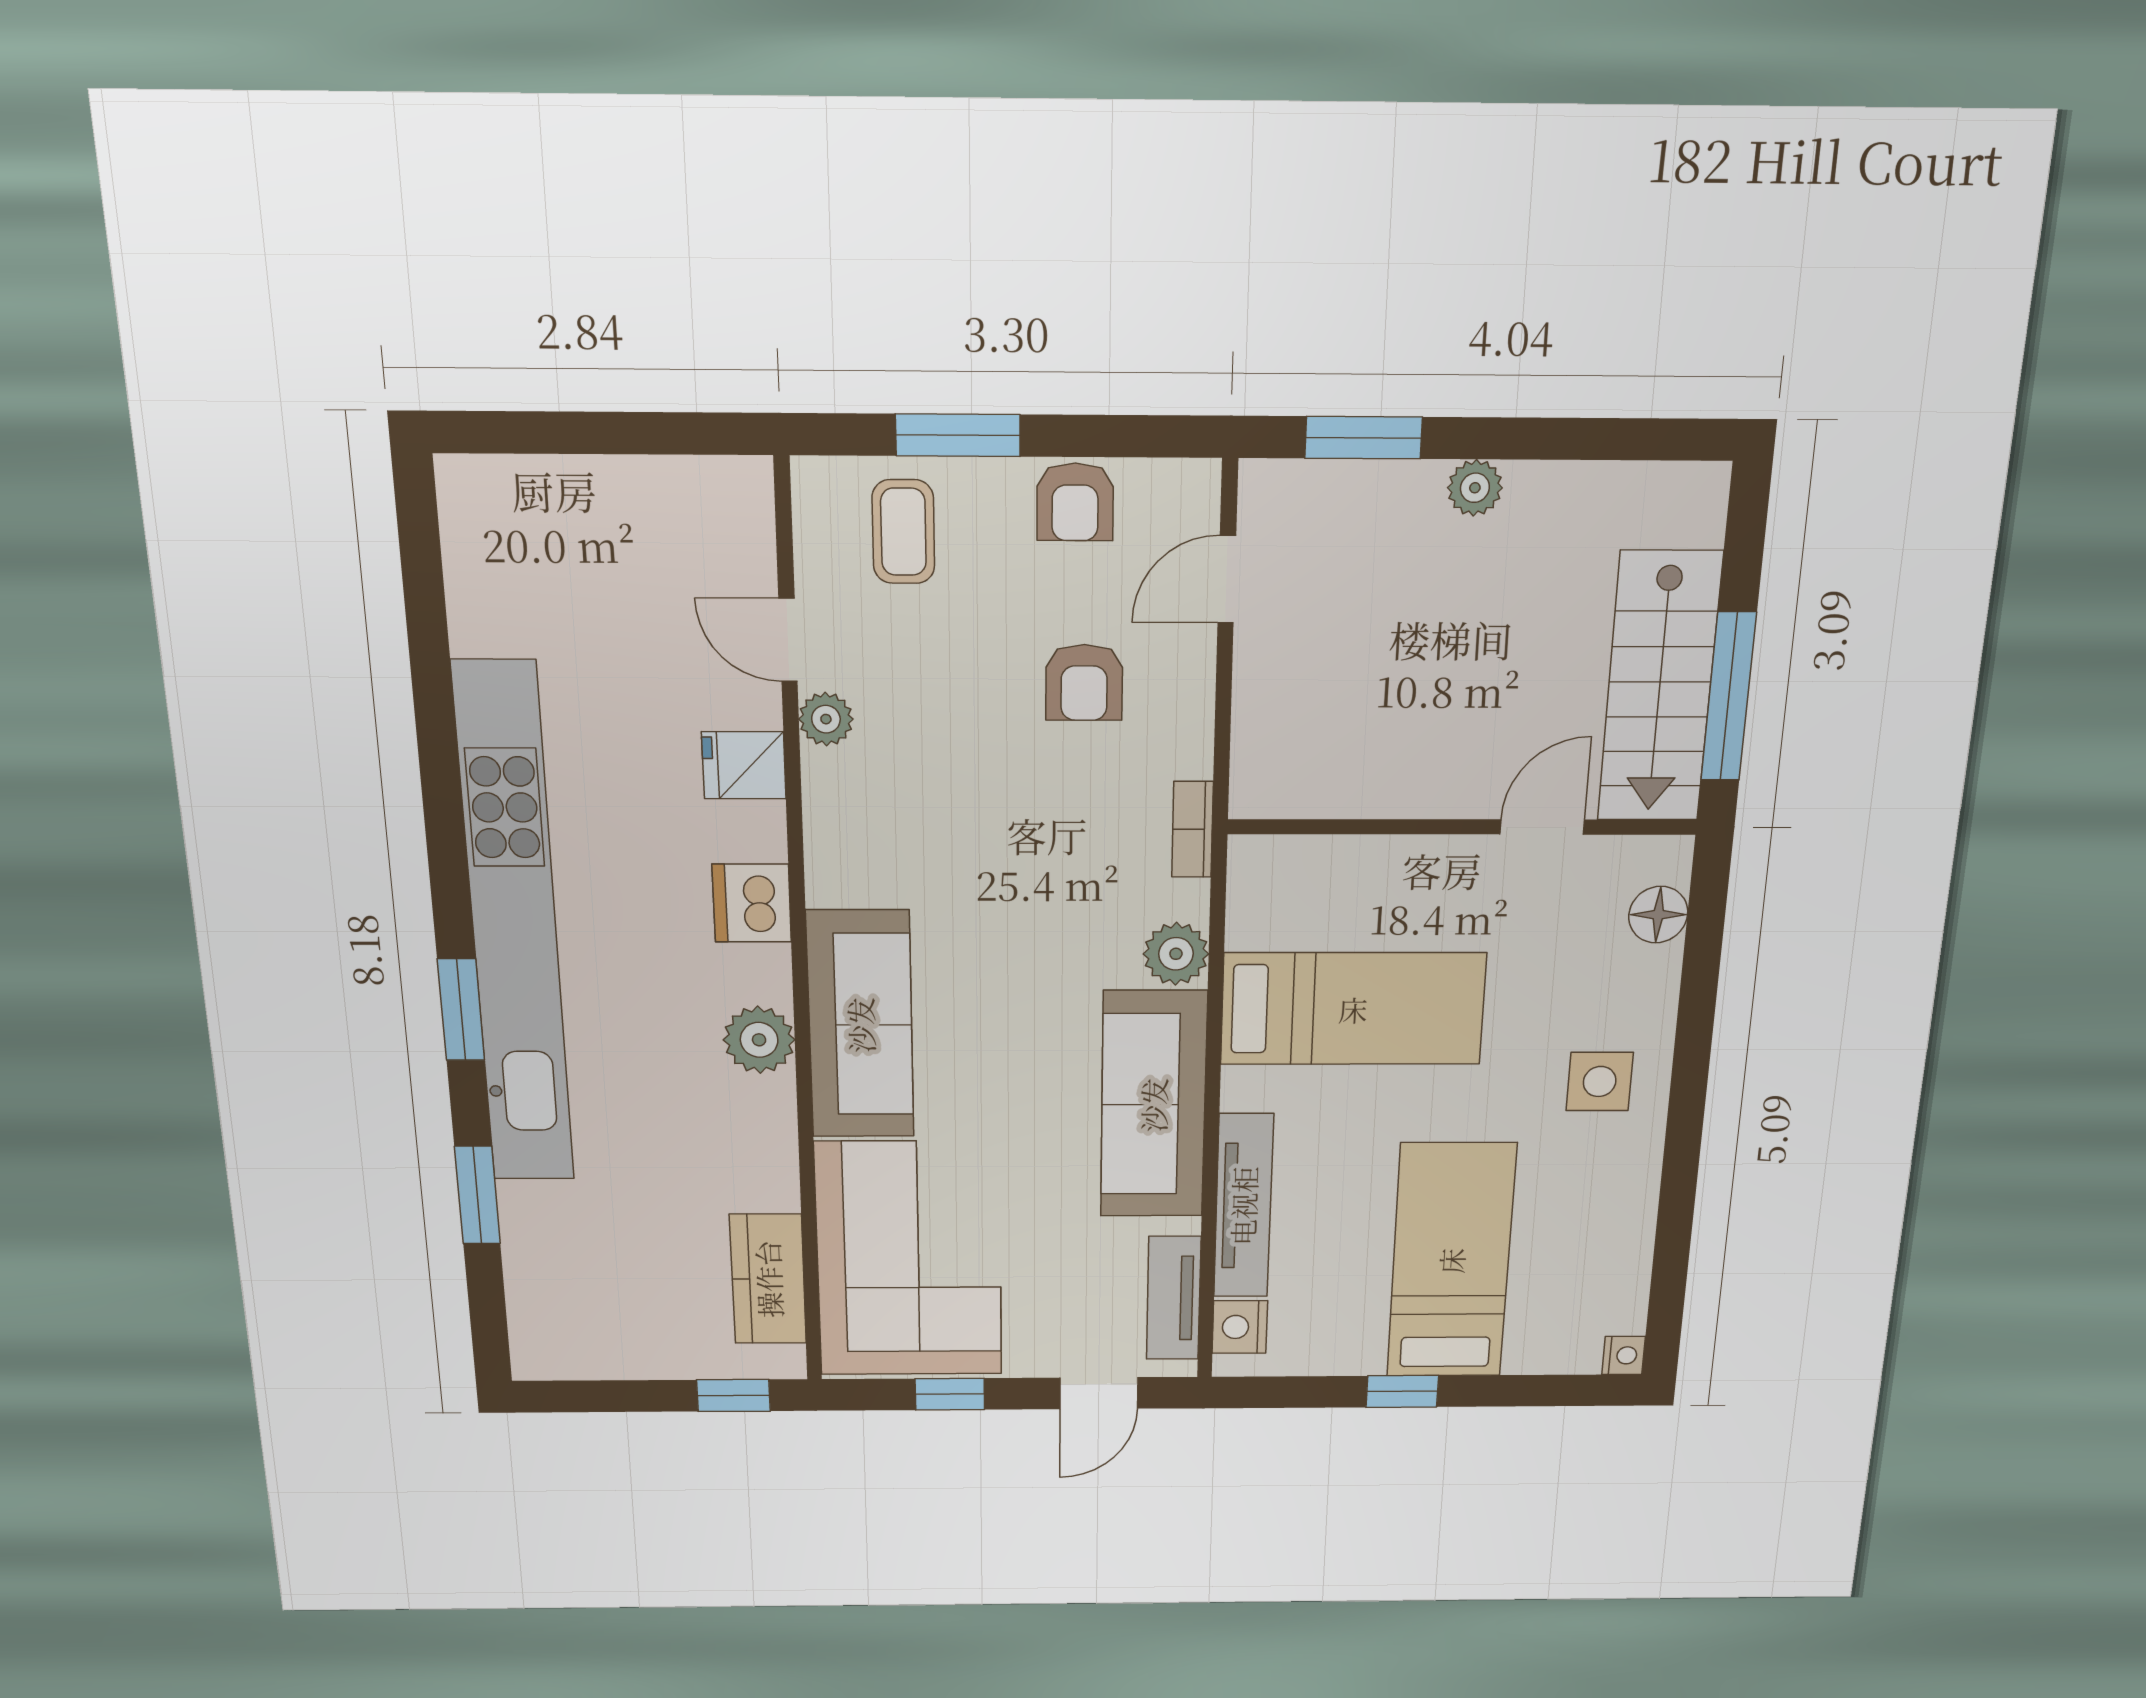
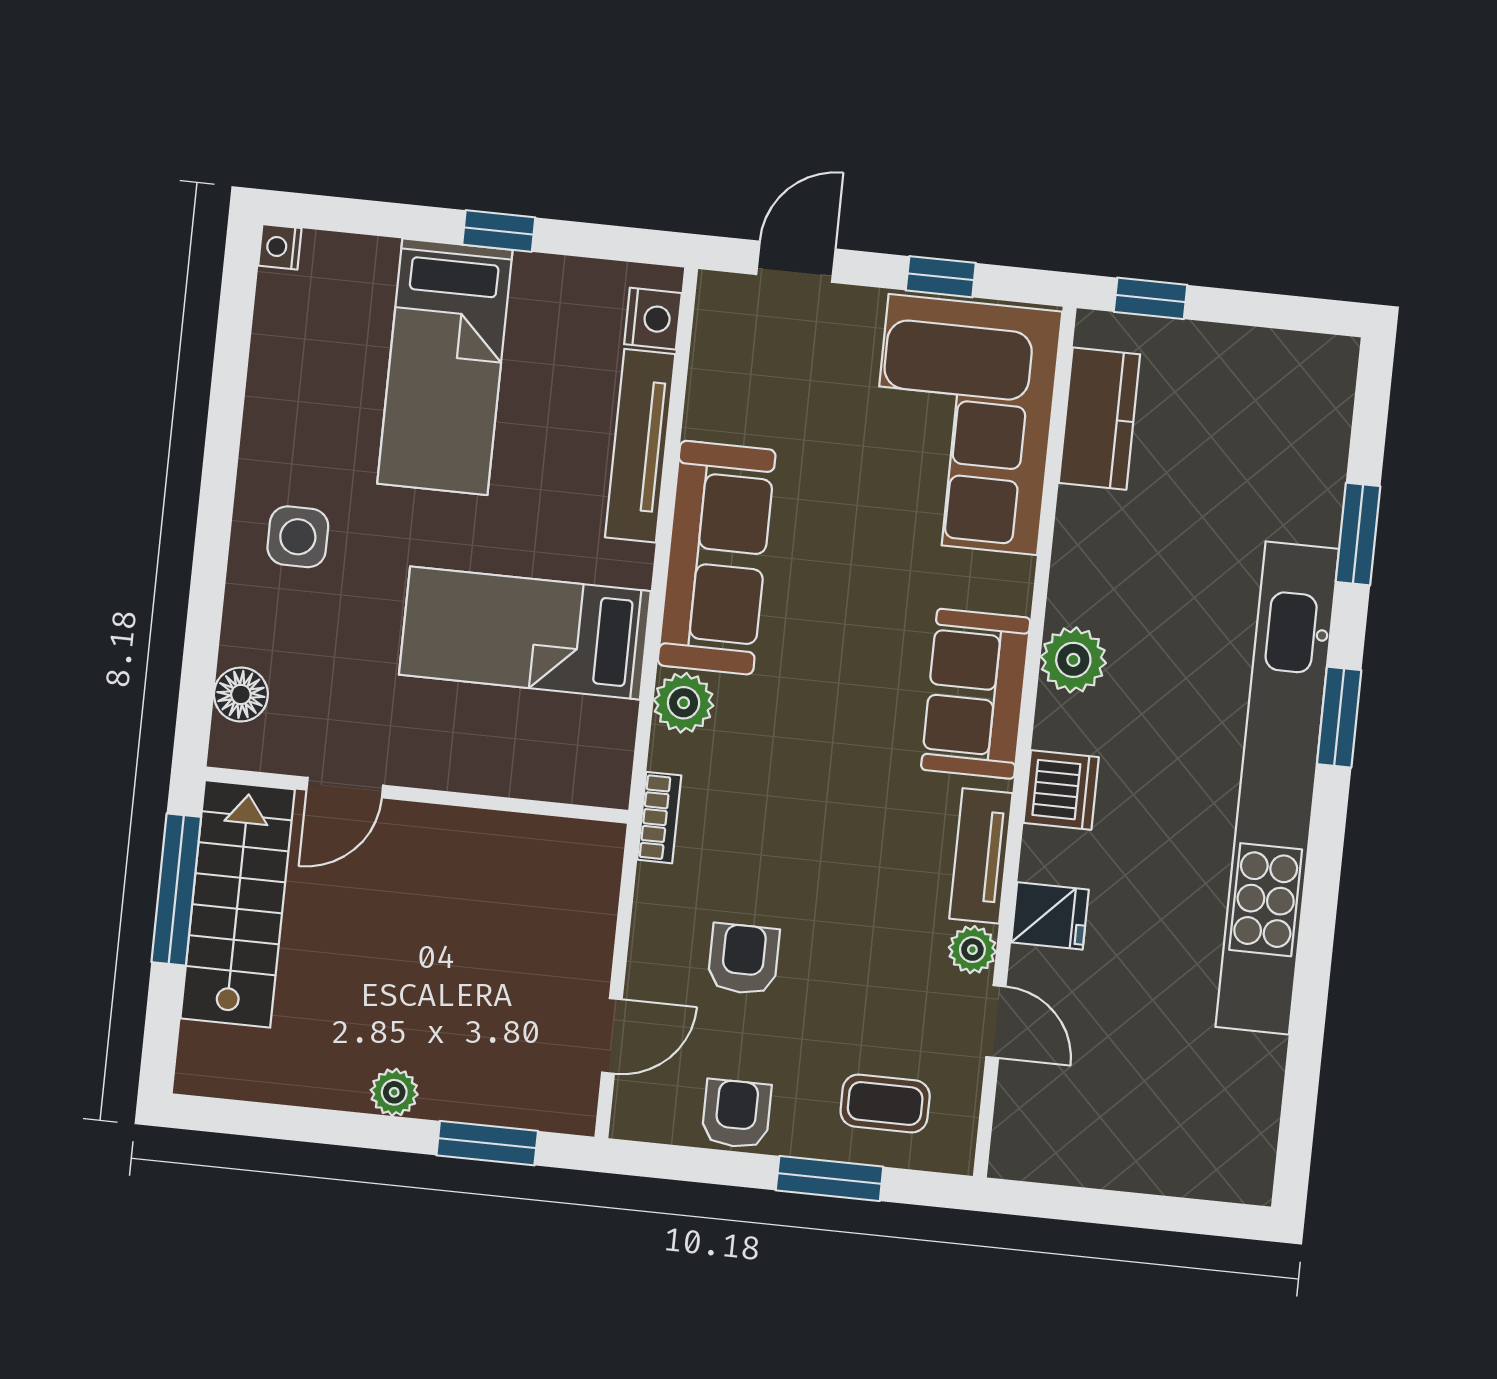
coffee table: (903, 532) -> (885, 1104), turned 90
sofa: (860, 1025) -> (976, 694), width x0.73
tv unit: (1174, 1298) -> (981, 856), moved, turned 180

